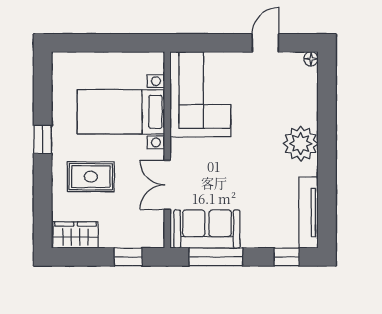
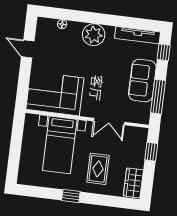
floor lamp: (311, 59) -> (62, 24), moved
sofa: (207, 229) -> (142, 81), moved

